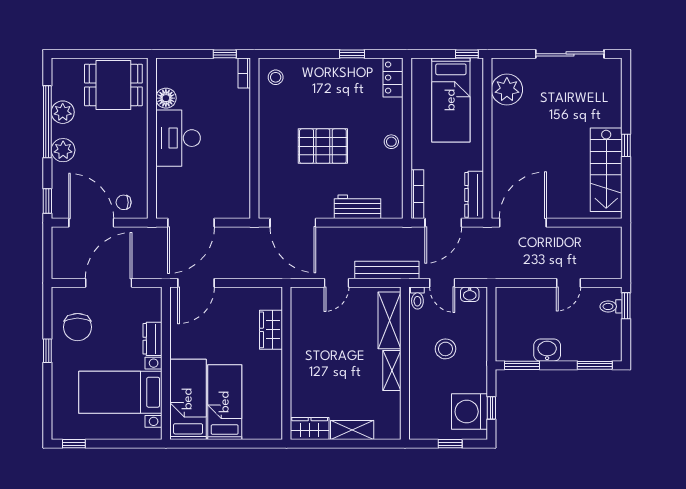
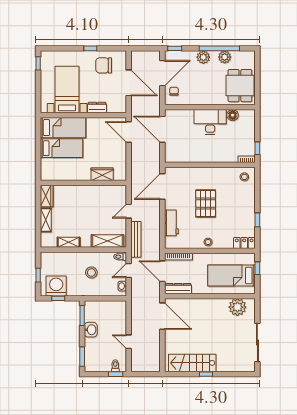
window: (467, 54) -> (257, 268), moved
door: (336, 283) -> (129, 211), hinge flipped
shelving: (392, 371) -> (69, 242), moved

